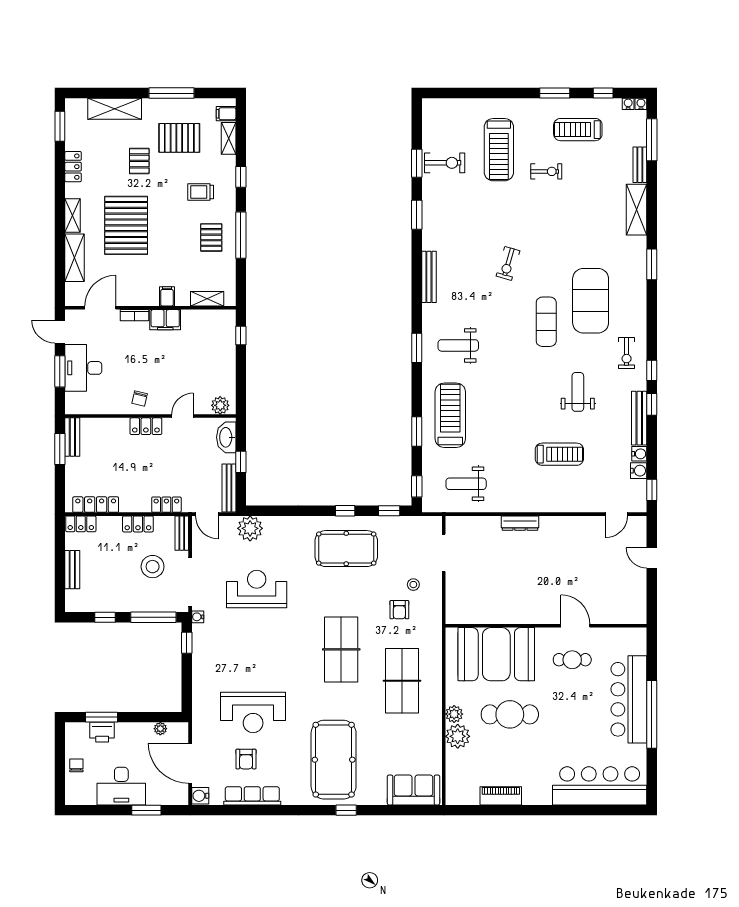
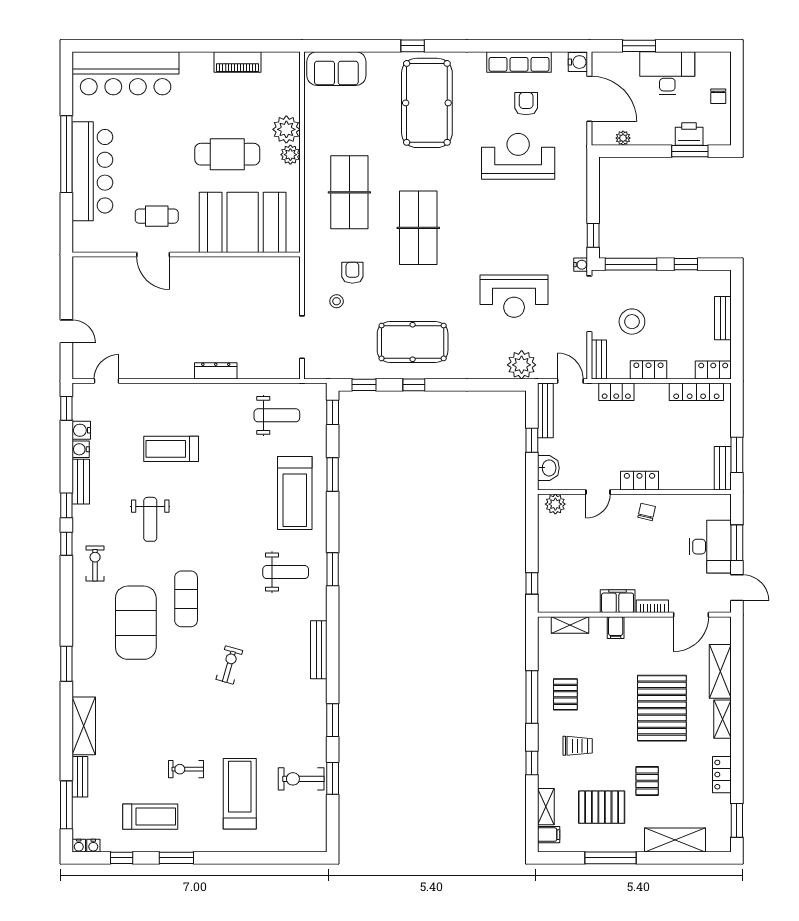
bench: (639, 418) -> (81, 482), width x0.73
washbasin: (226, 437) -> (548, 468), width x0.72

